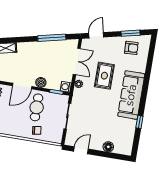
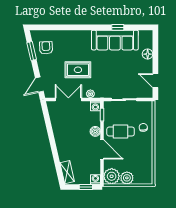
door: (96, 35) -> (39, 85), hinge flipped
window: (52, 38) -> (49, 128), removed
sofa: (131, 95) -> (115, 40), moved

